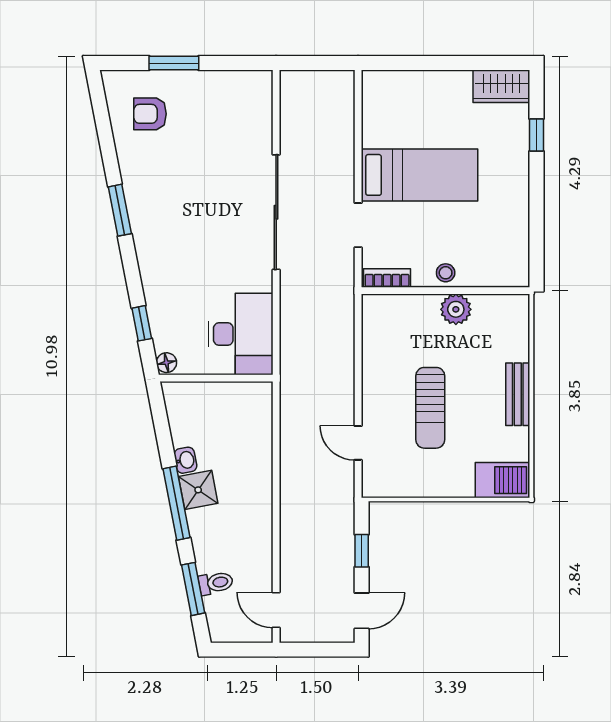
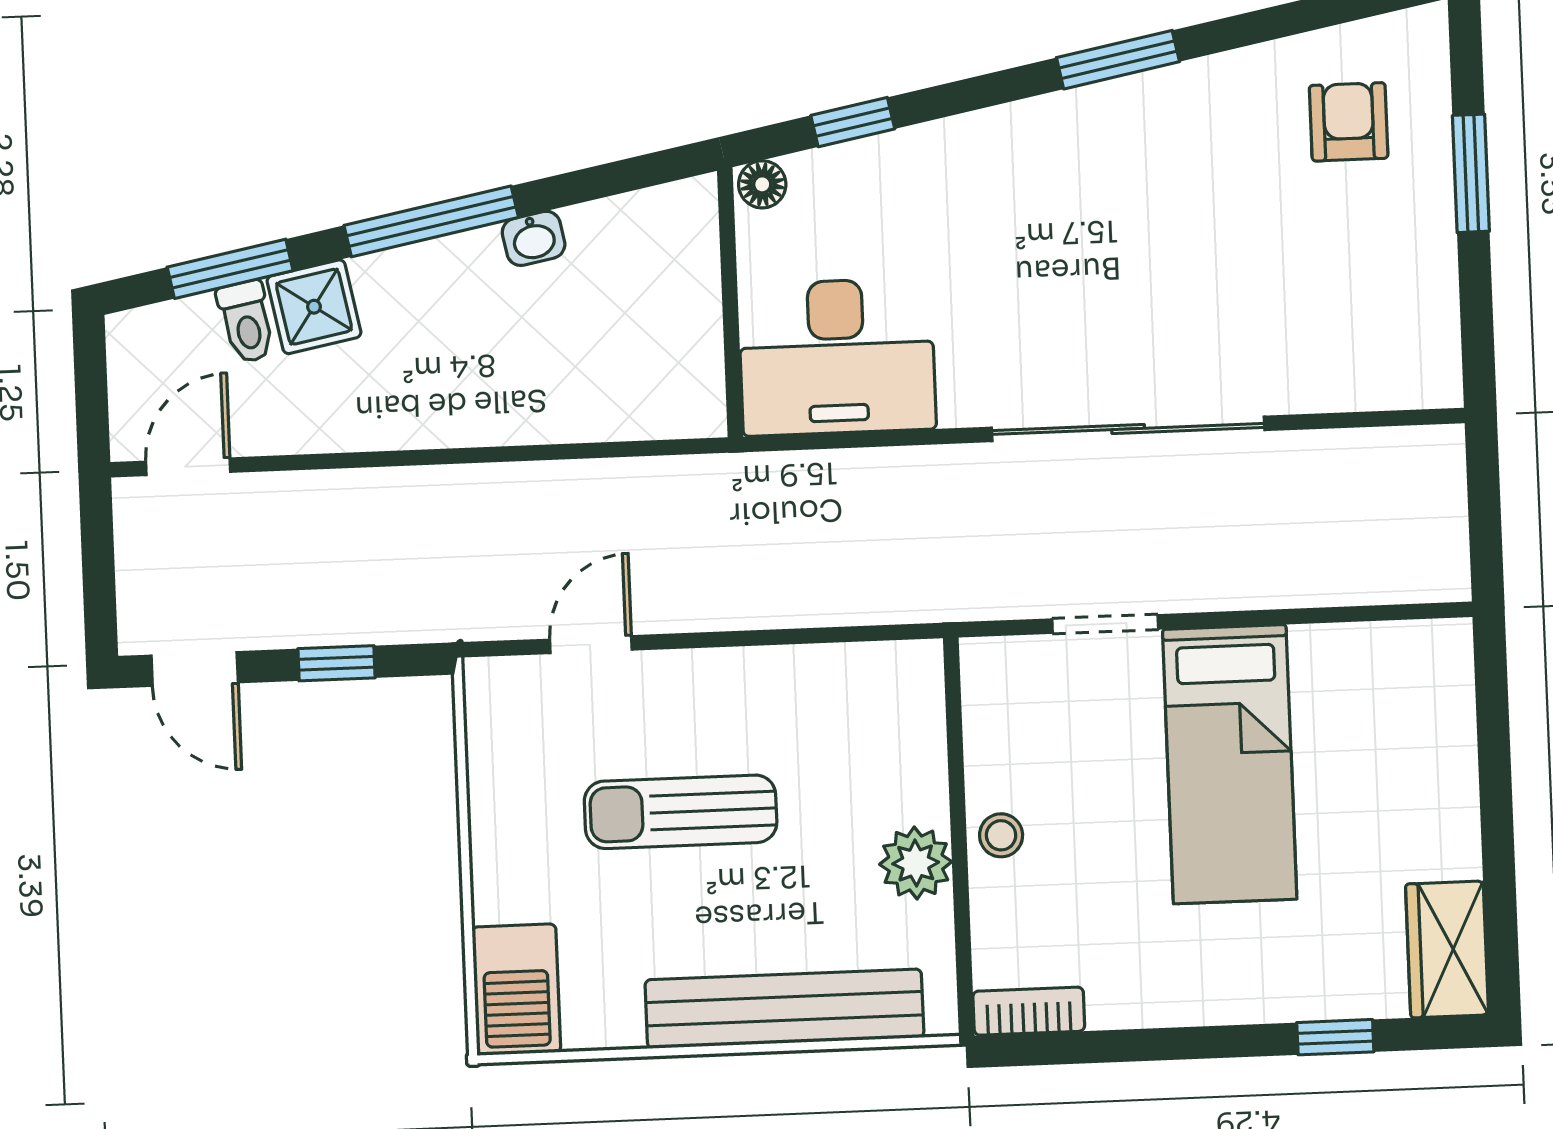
bookcase: (387, 278) -> (1029, 1011), moved, turned -90
bench: (518, 394) -> (784, 1009), width x1.86, depth x1.21
shower: (198, 490) -> (314, 307), moved

